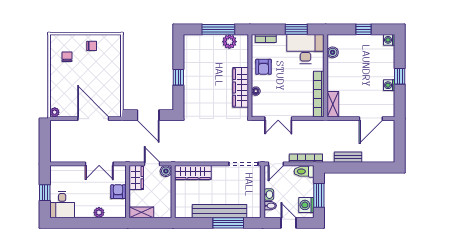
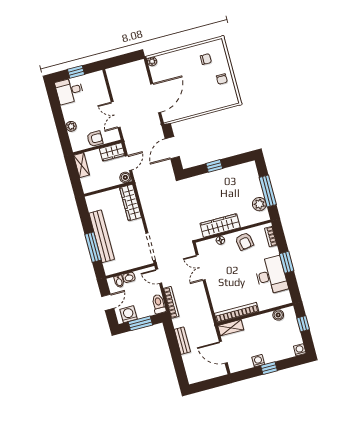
boiler: (333, 52) -> (278, 315), moved
armchair: (263, 67) -> (244, 241), turned -99
wall: (326, 76) -> (255, 314), moved
bookcase: (319, 94) -> (237, 312), moved
shelving: (333, 104) -> (231, 328), moved

